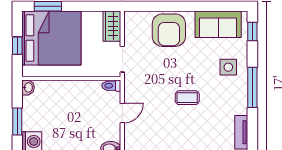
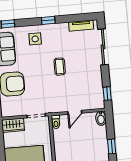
window: (252, 87) -> (48, 20), width x0.46
door: (122, 113) -> (75, 112), swing flipped

